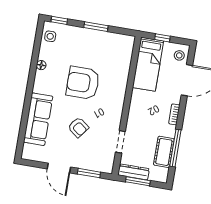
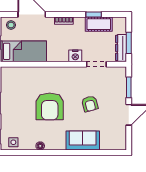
sofa: (38, 119) -> (83, 141), width x0.73
nightstand: (133, 120) -> (75, 56), added
armchair: (78, 127) -> (90, 104), turned 128
window: (175, 148) -> (94, 15), width x0.46

